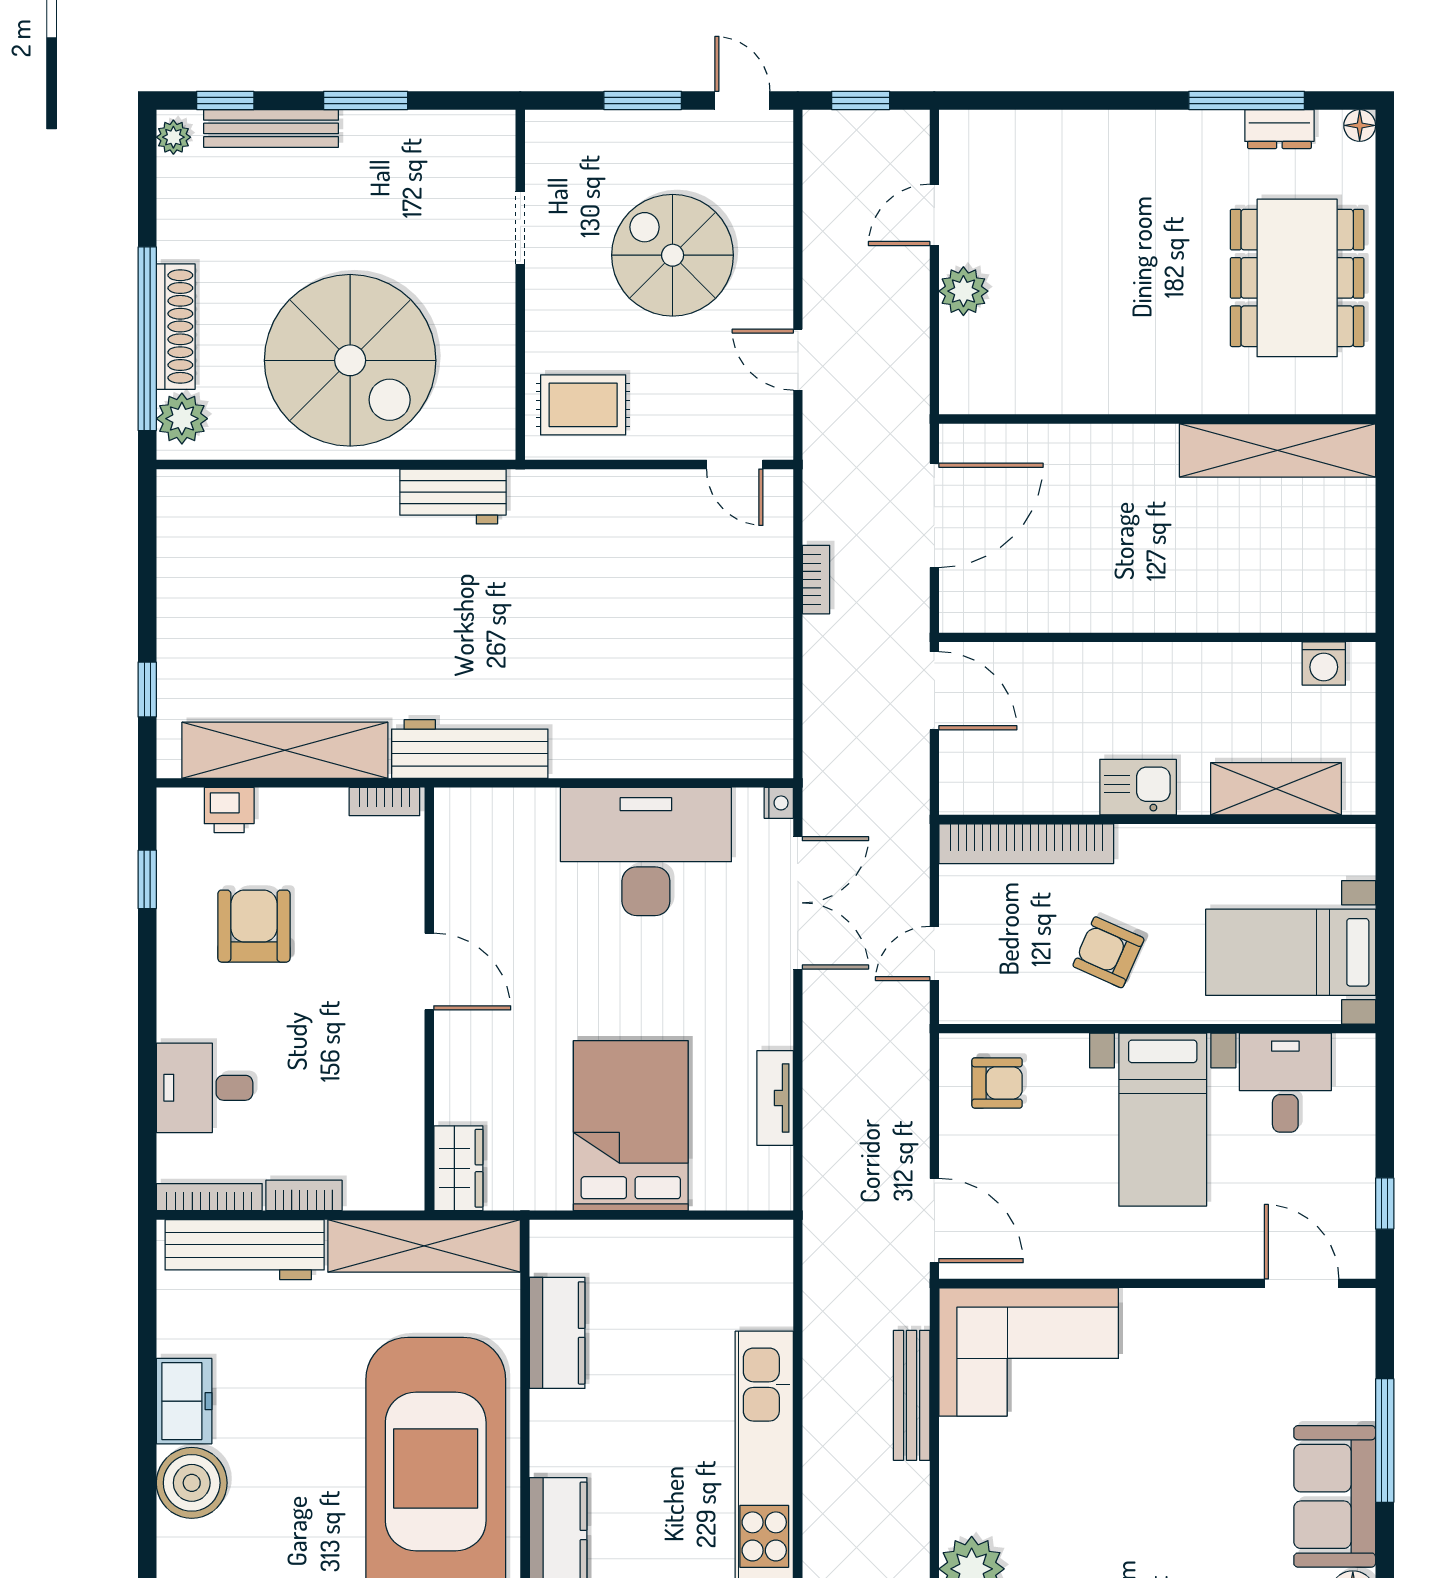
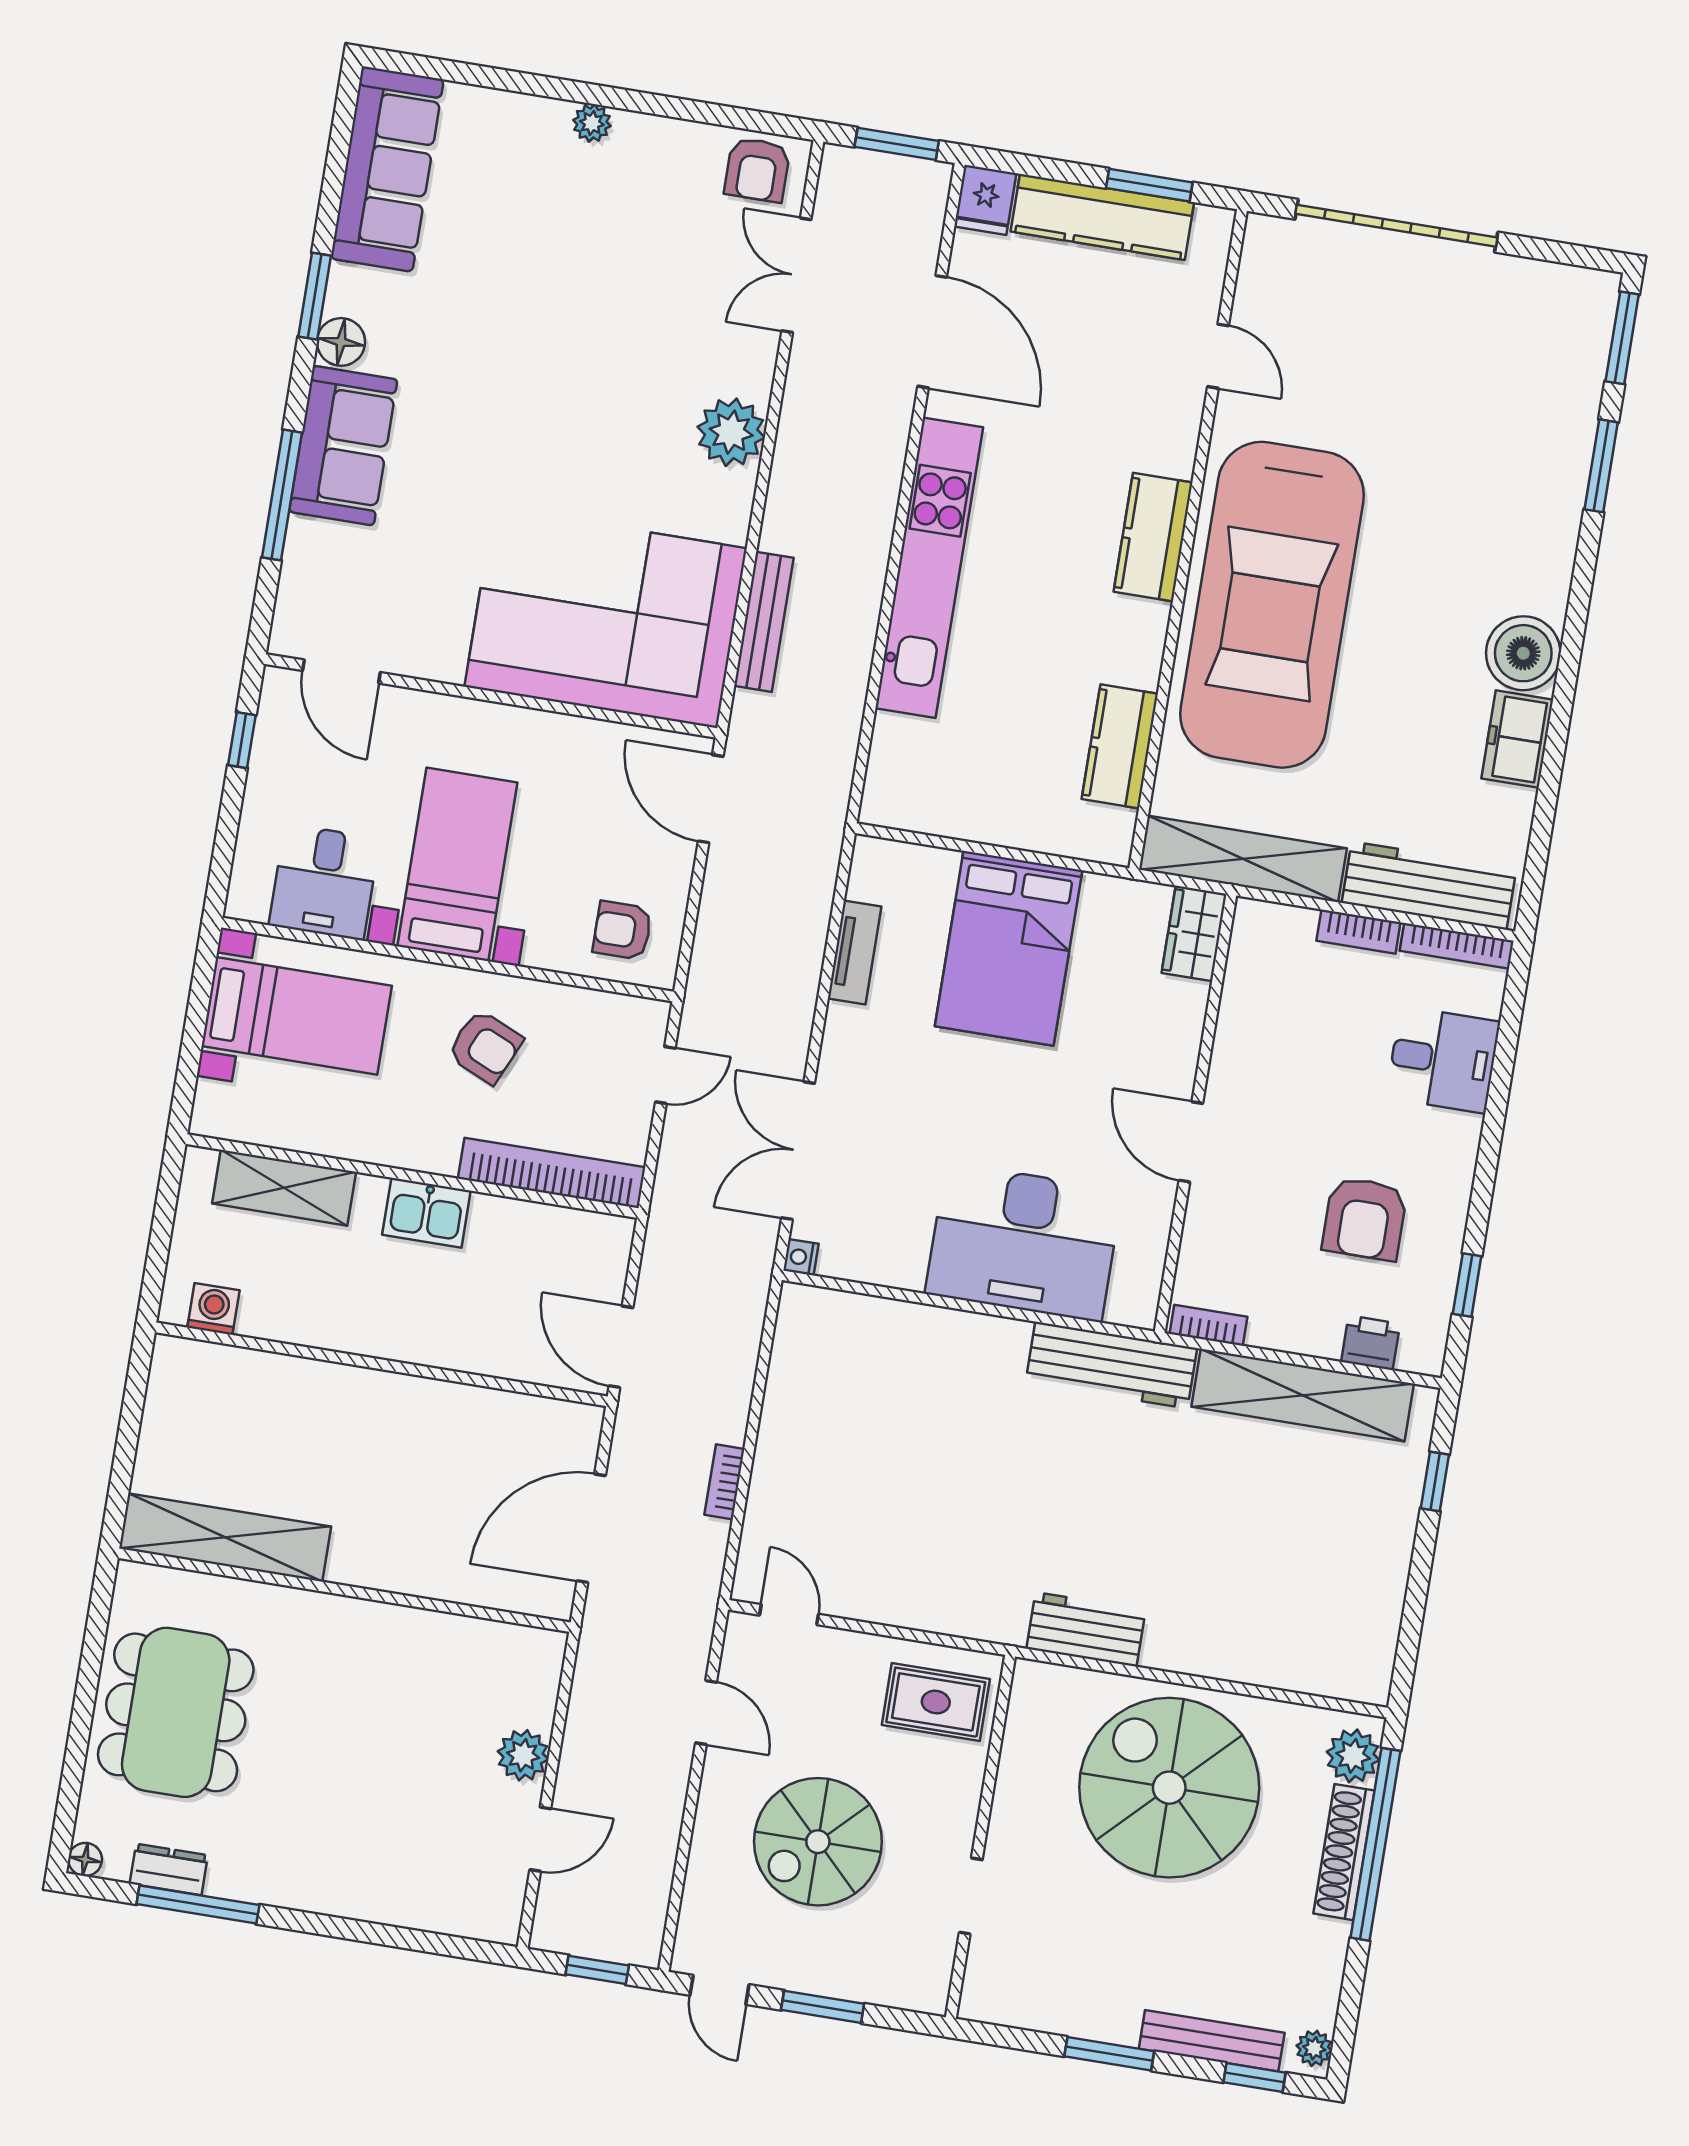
spiral stairs: (673, 255) -> (818, 1842), turned 90
desk: (646, 852) -> (1024, 1242), moved
corner sofa: (1029, 1352) -> (606, 617), width x1.36, depth x1.36

